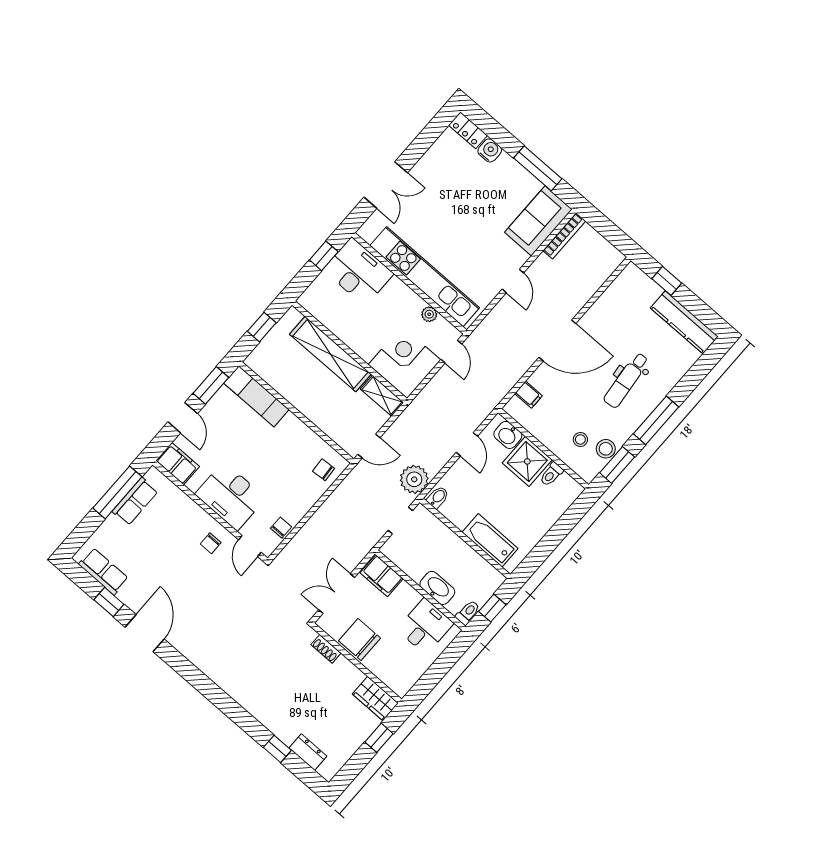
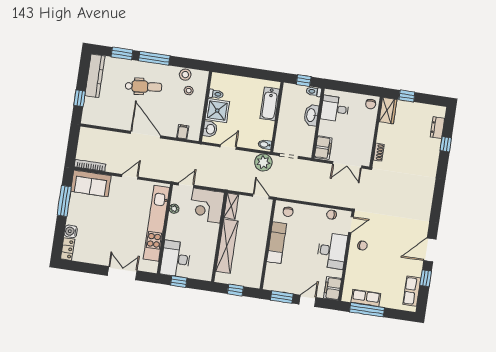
exam couch: (256, 396) -> (277, 243), moved
window: (617, 465) -> (122, 53), moved
chair: (360, 639) -> (371, 104), moved, width x0.54, depth x0.54

